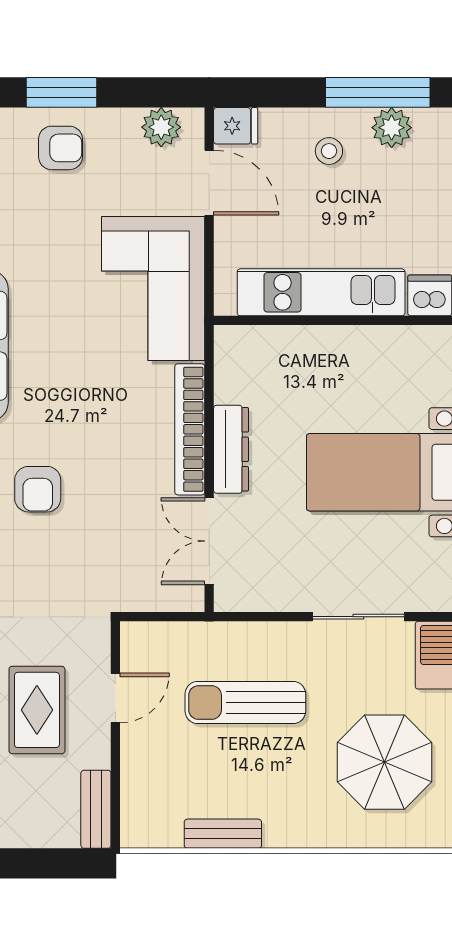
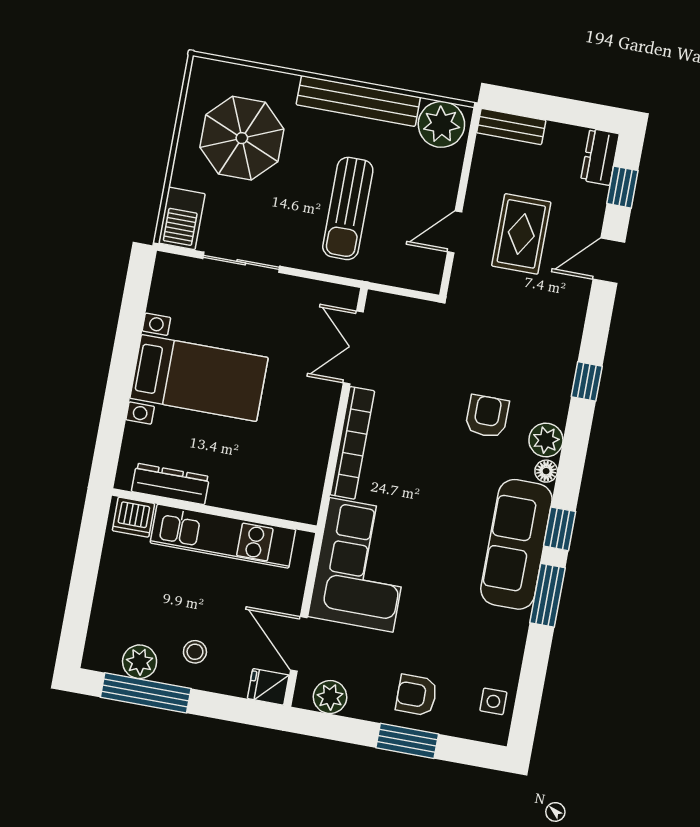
dresser: (231, 449) -> (170, 484), moved, turned 90
double door: (209, 541) -> (353, 347), swing flipped
sun lounger: (245, 703) -> (348, 208), turned 90
bench: (96, 809) -> (511, 127), moved, turned 90
plant: (154, 821) -> (441, 124), added
bench: (223, 834) -> (358, 101), width x1.86, depth x1.21

